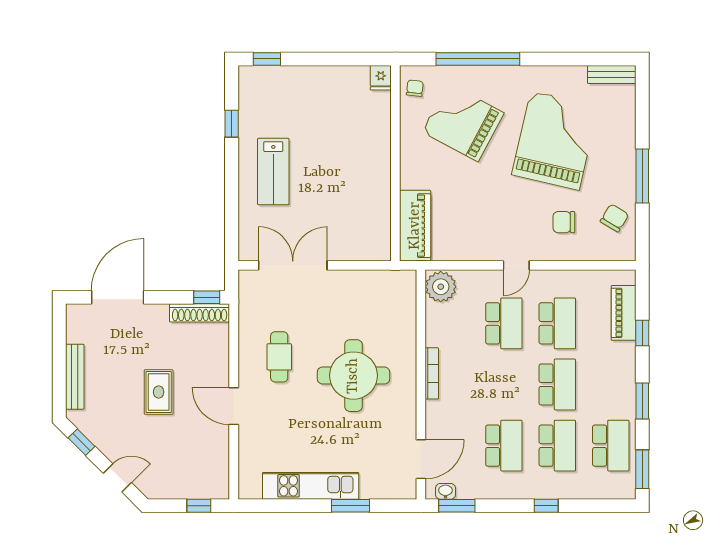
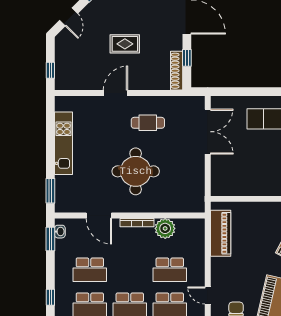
piano: (415, 226) -> (221, 233), moved, turned -90
door: (516, 265) -> (208, 295), moved
plant: (441, 287) -> (165, 228), moved
window: (207, 297) -> (187, 58), moved
door: (421, 459) -> (99, 216), moved
window: (351, 506) -> (50, 191), moved

